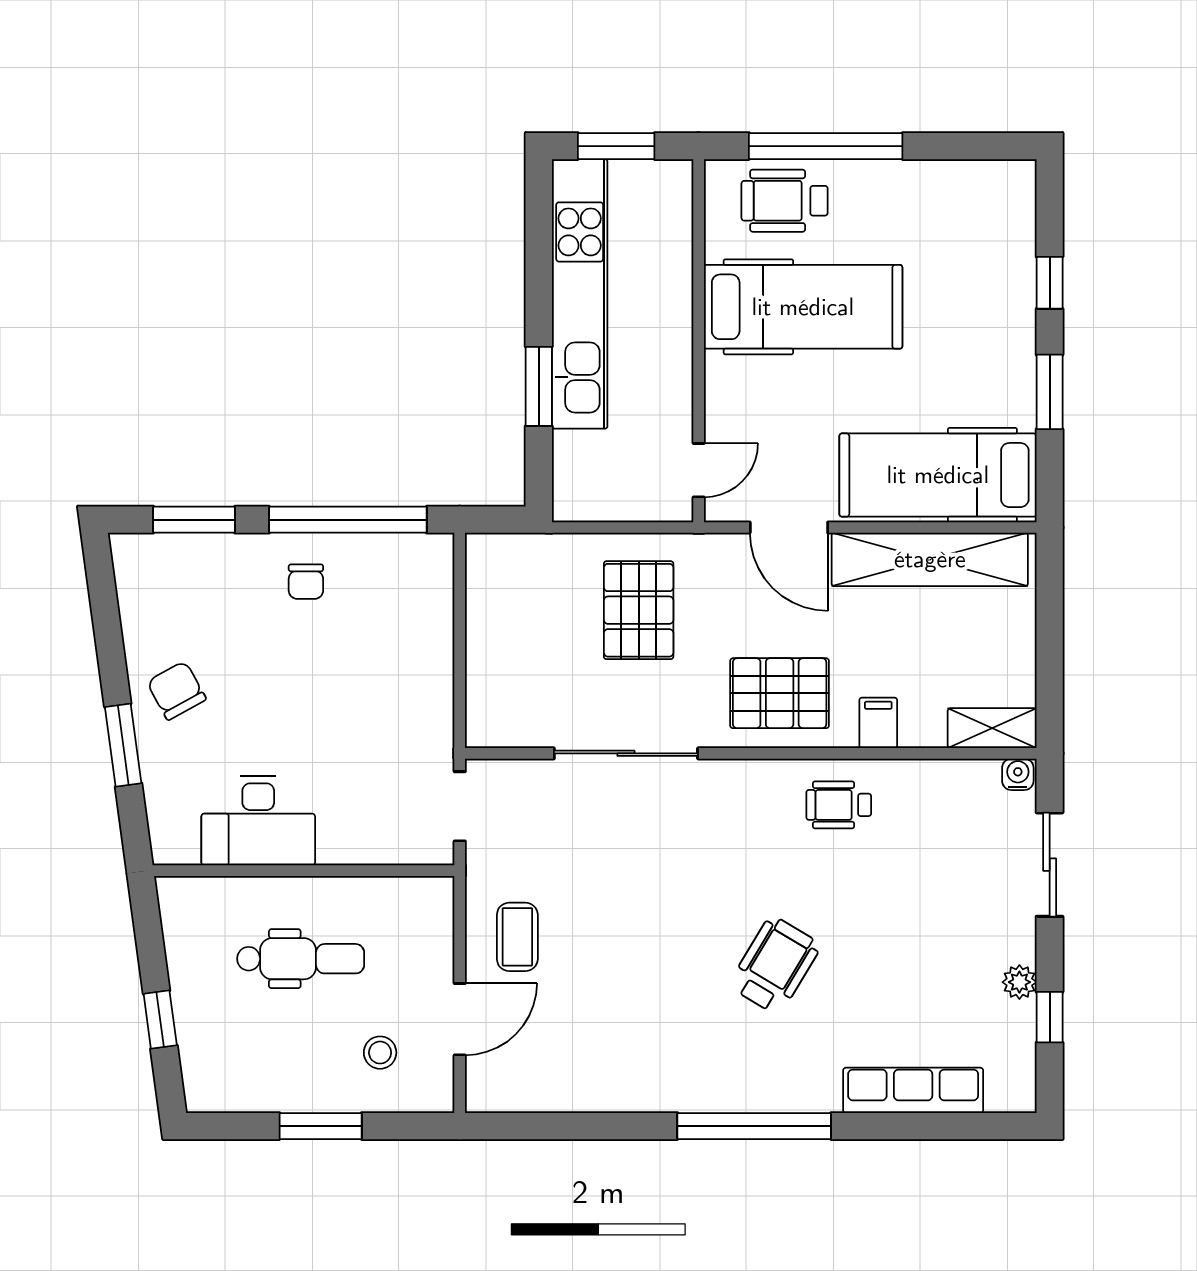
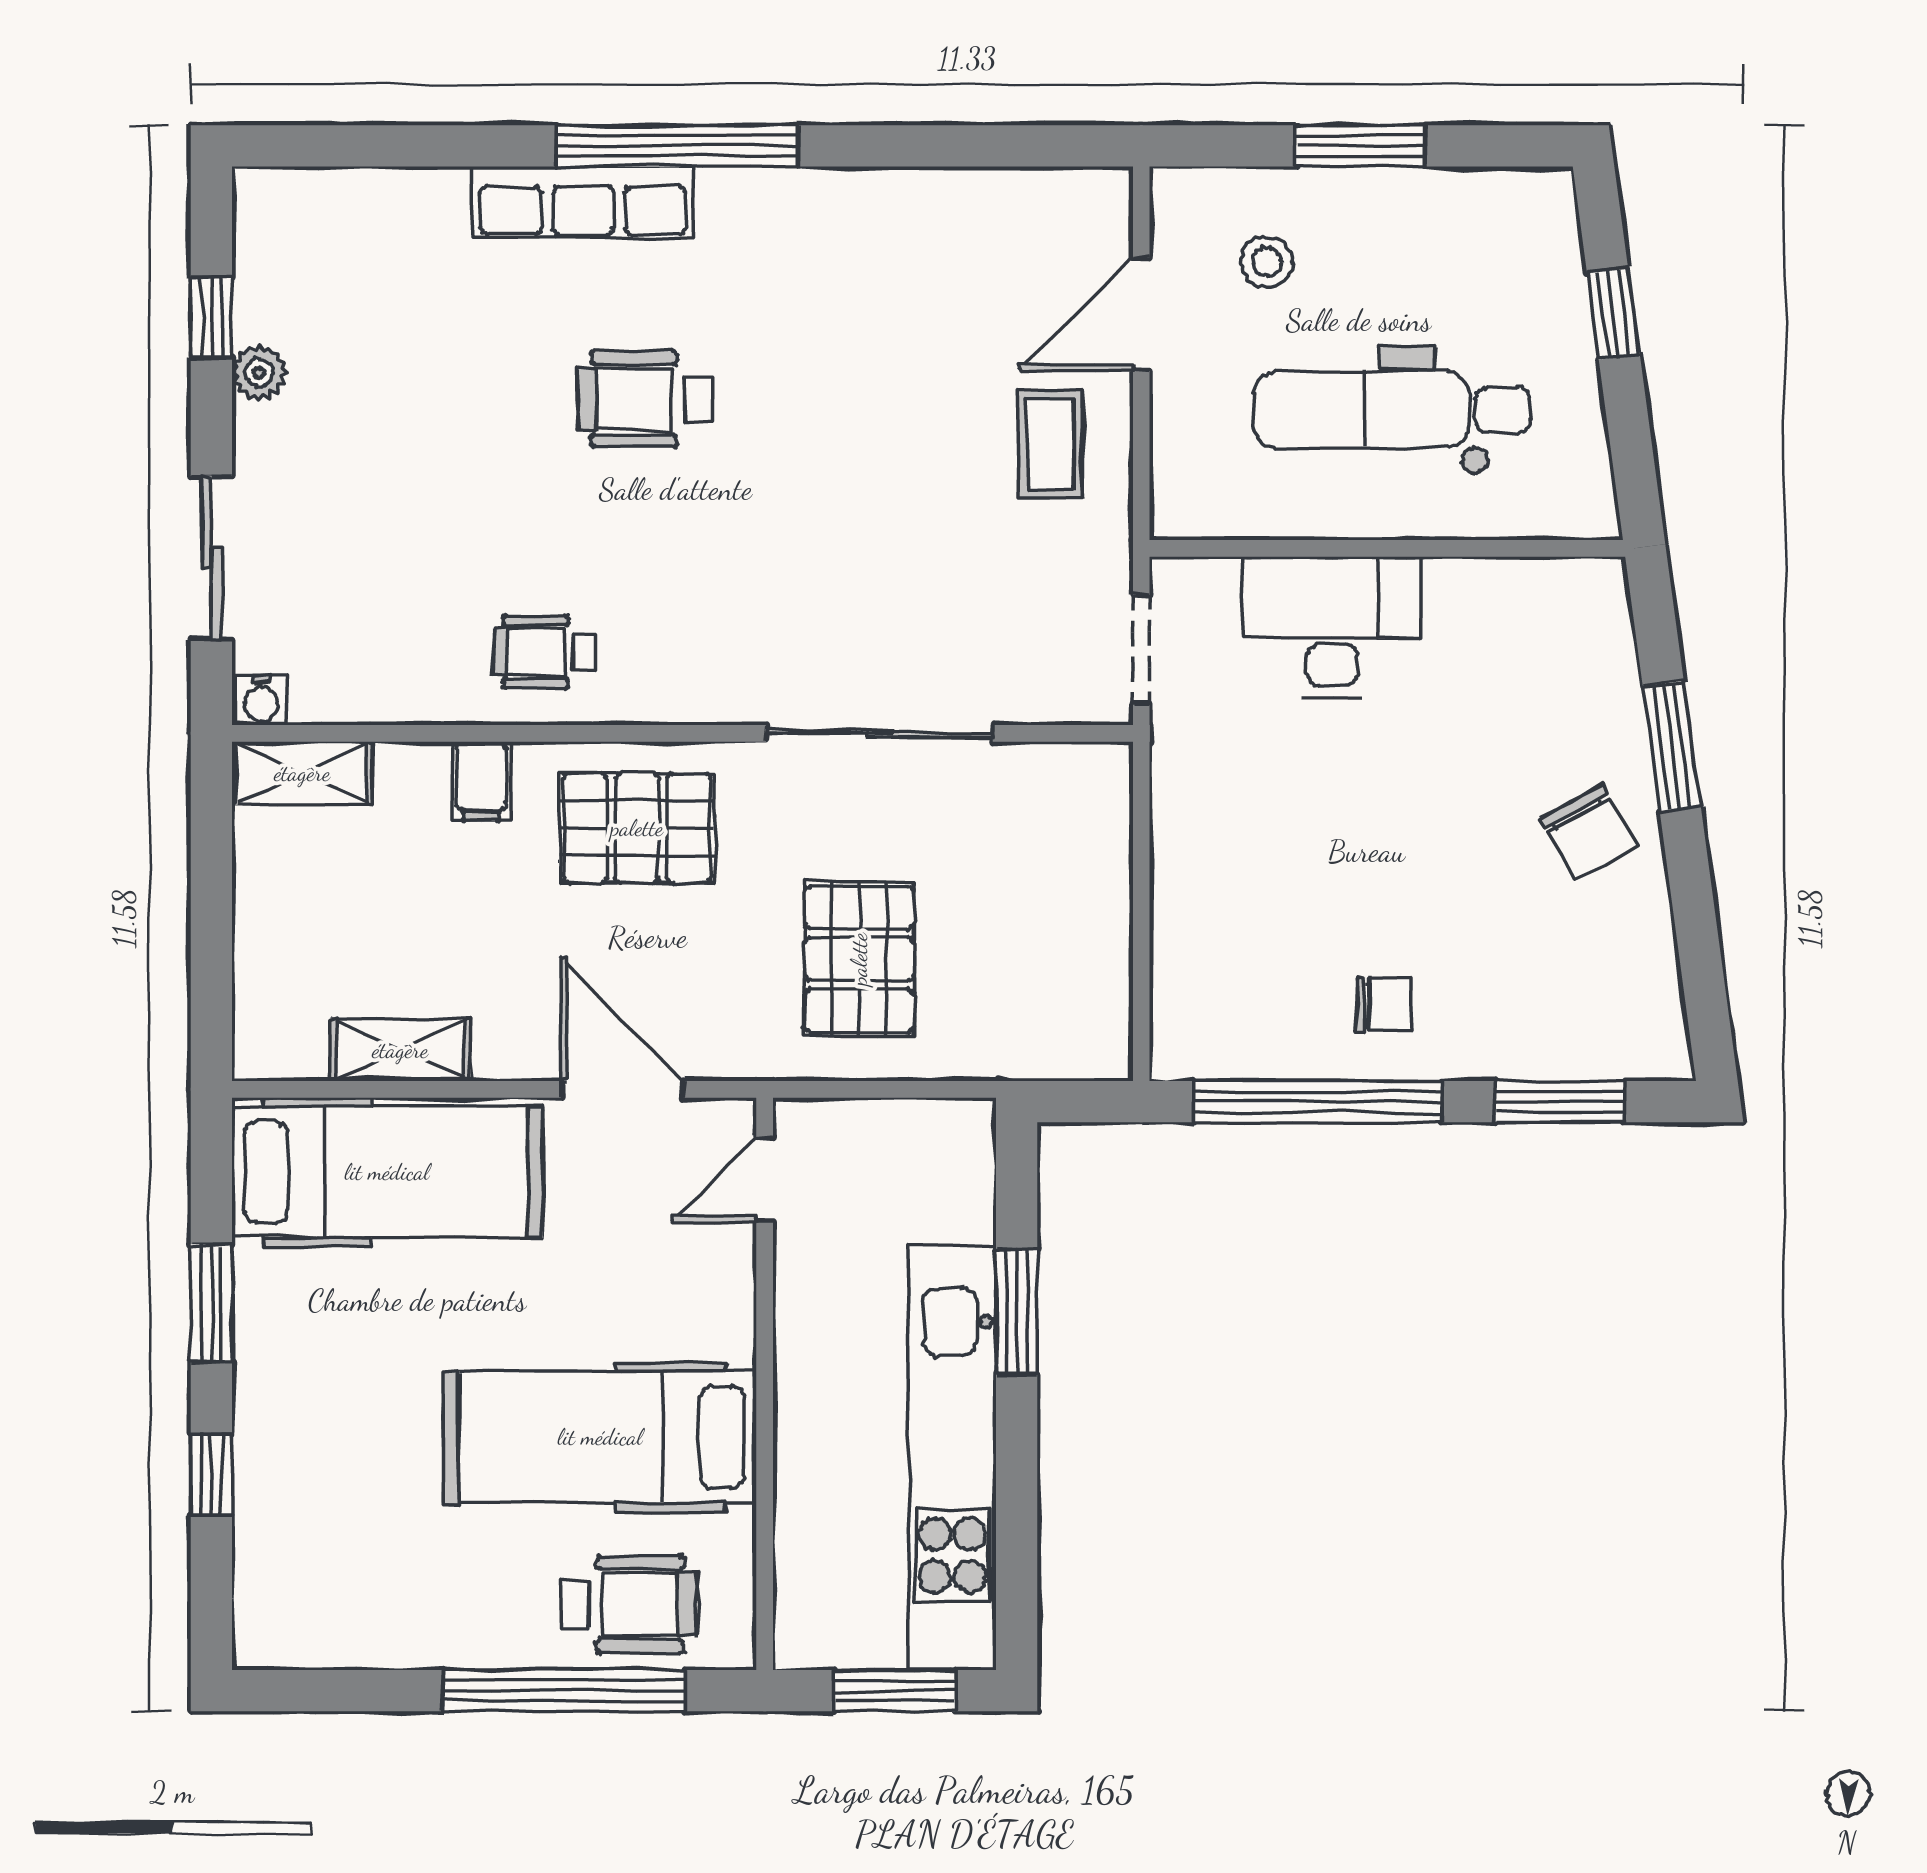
shelving: (930, 559) -> (400, 1050), width x0.45, depth x0.75
chair: (306, 582) -> (1384, 1004), turned 90
wheelchair: (839, 805) -> (544, 652), turned 180
desk: (258, 821) -> (1332, 627), moved
dental chair: (301, 959) -> (1392, 410), width x1.36, depth x1.38
wheelchair: (775, 965) -> (644, 399), turned 59
row of seats: (913, 1090) -> (583, 202), moved

